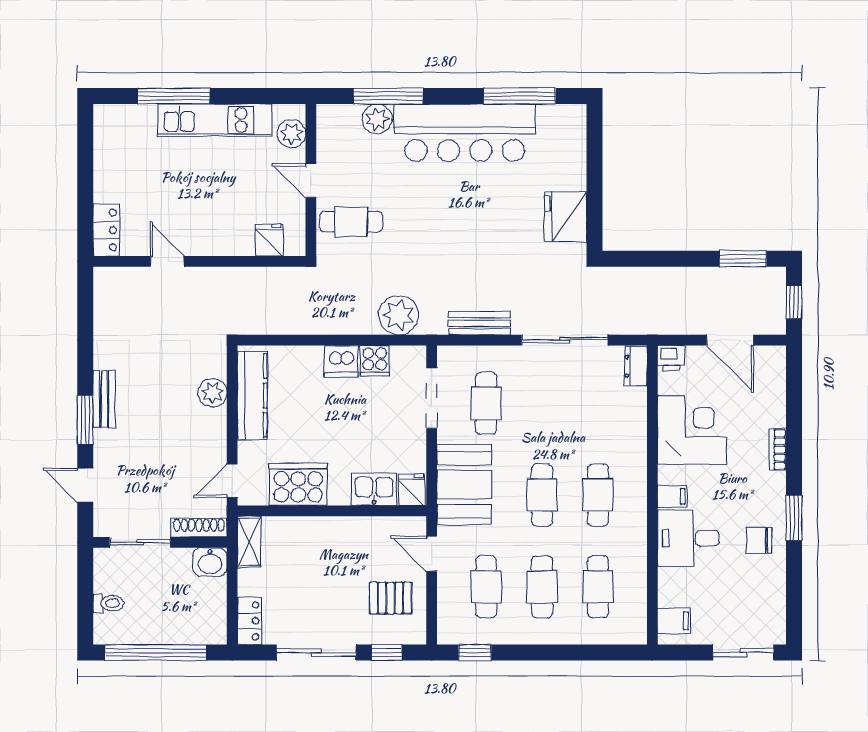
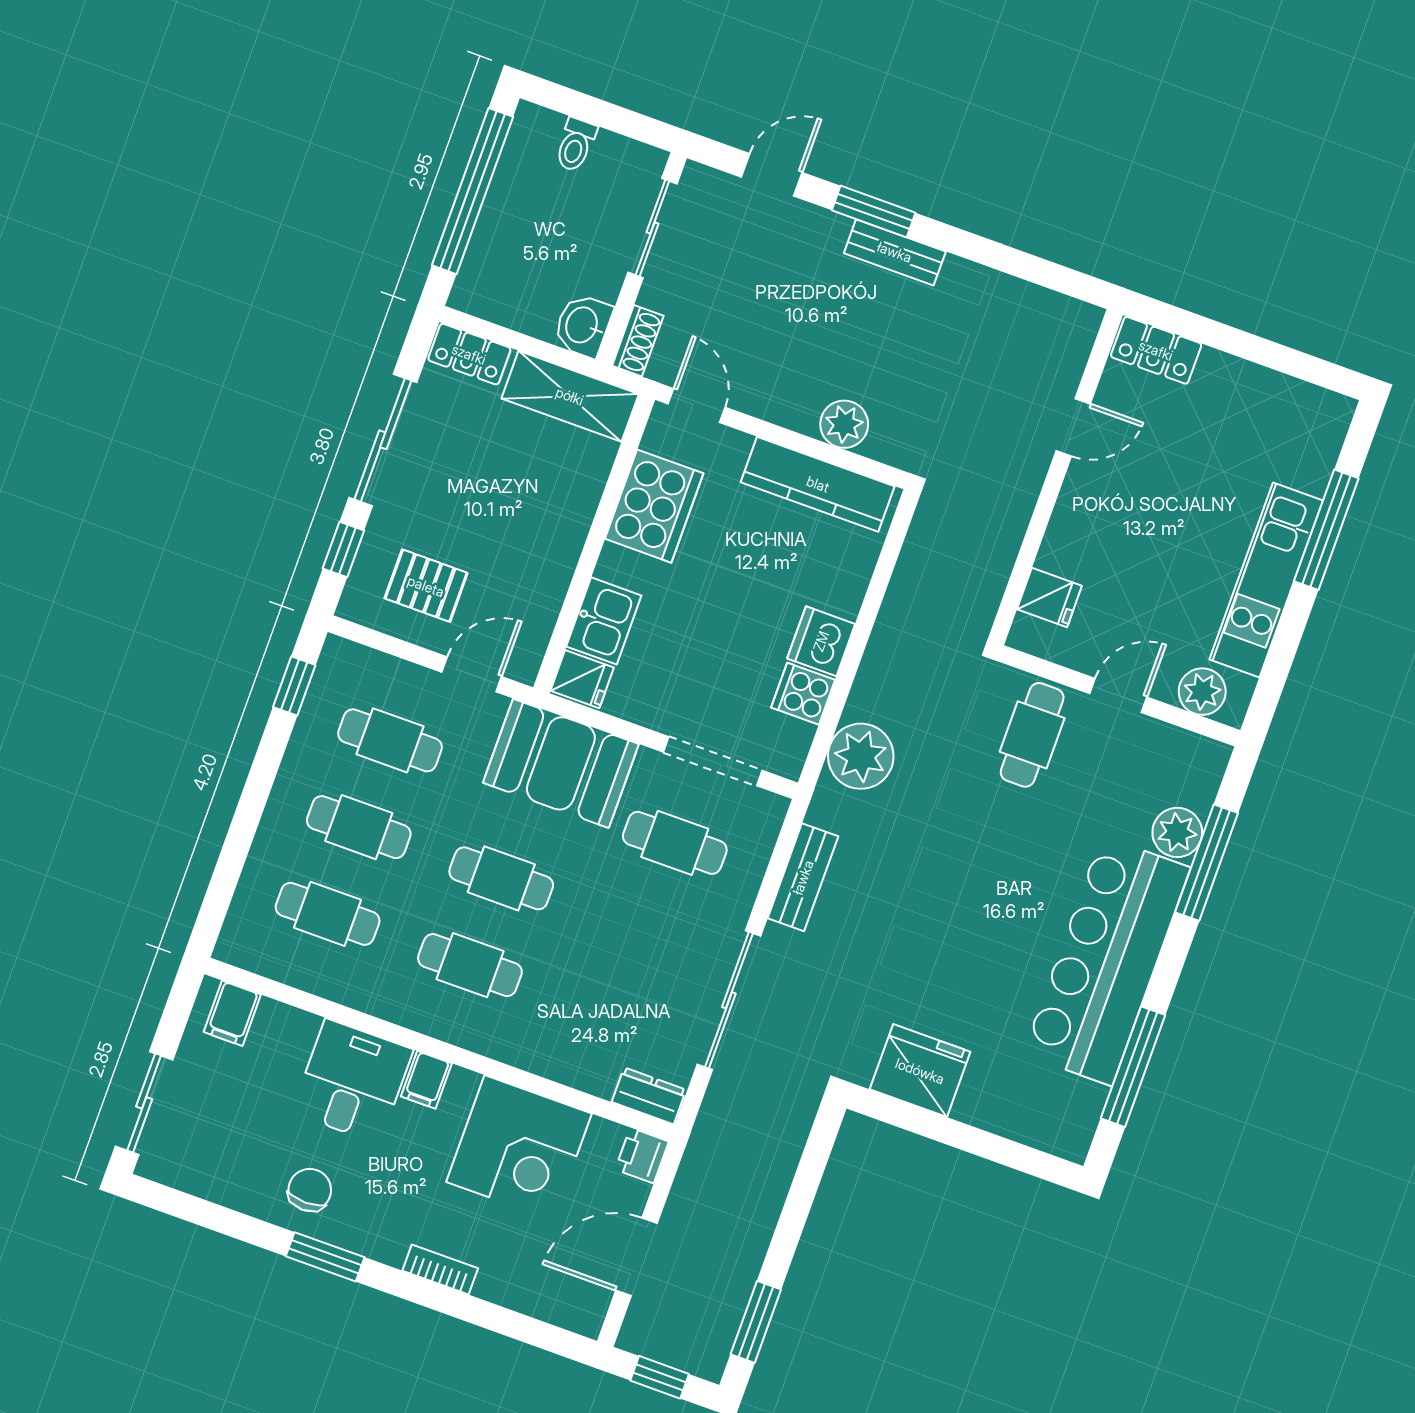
shoe rack: (199, 528) -> (638, 341), width x0.70
shelving: (249, 542) -> (570, 396), width x1.50, depth x1.33
pallet: (390, 598) -> (426, 586), turned 90

